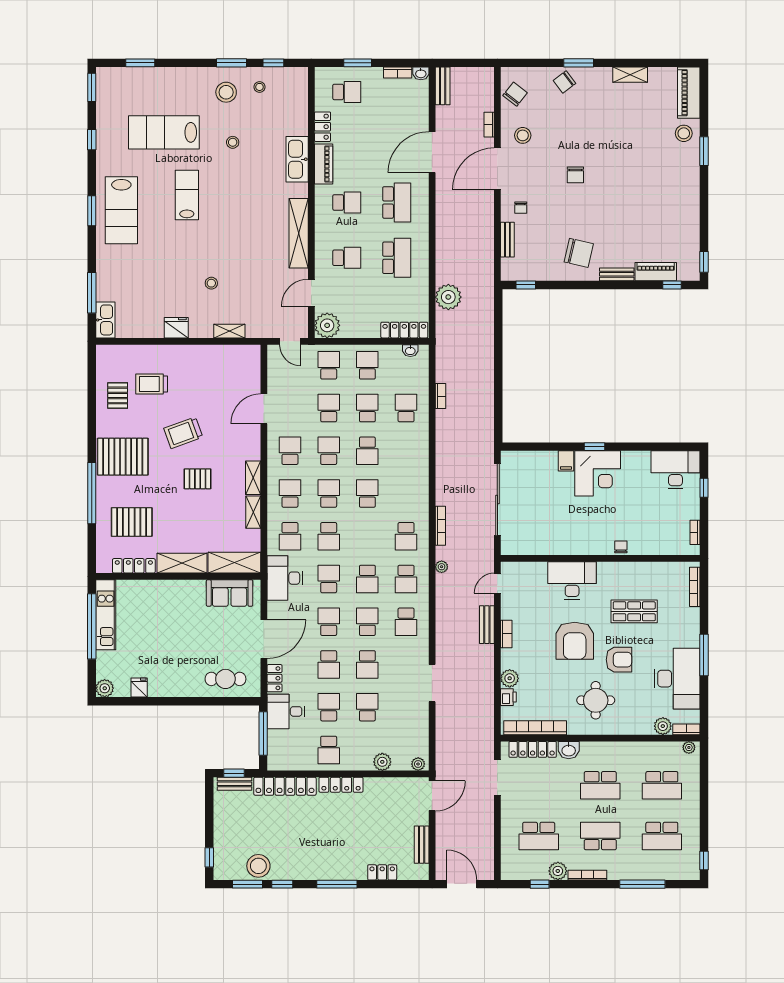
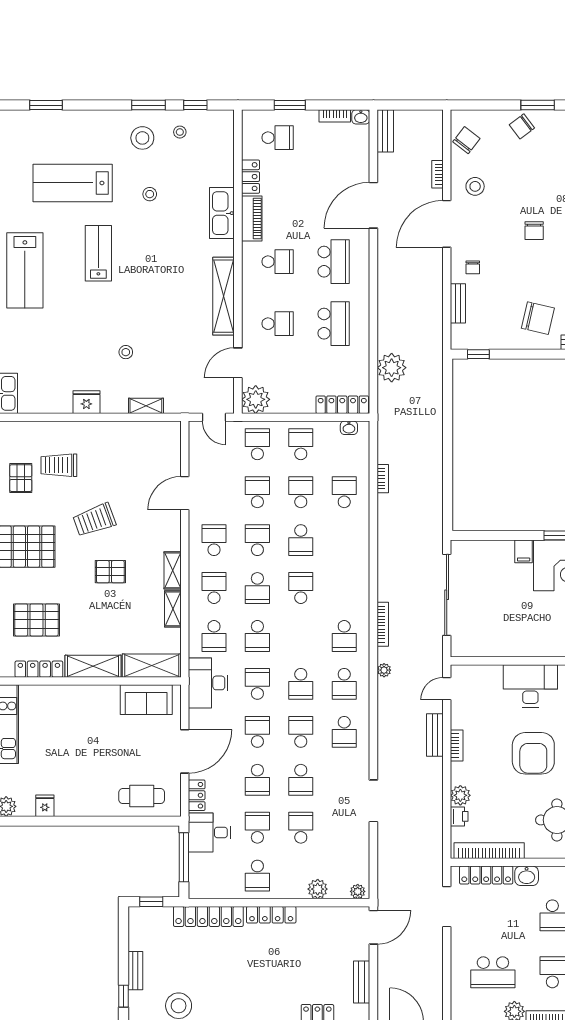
school desk: (329, 494) -> (257, 588), turned 180
bench: (235, 784) -> (135, 971), moved, turned 90

